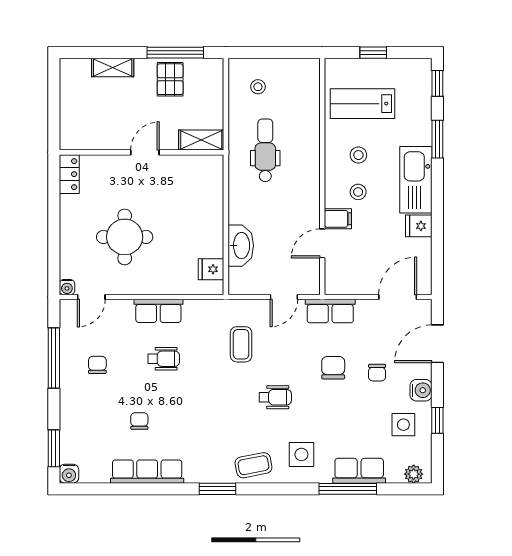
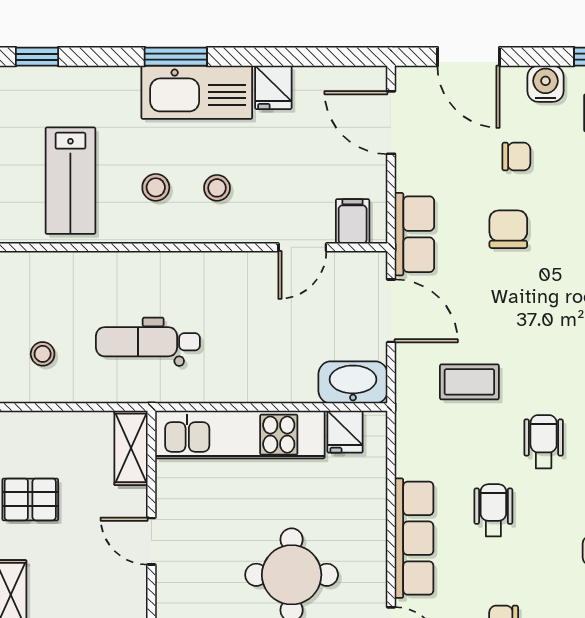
window: (437, 139) -> (176, 57), moved
kitchen unit: (209, 206) -> (240, 435), added
filing cabinet: (338, 219) -> (353, 221), moved
door: (322, 243) -> (302, 247), hinge flipped
washbasin: (241, 246) -> (353, 382), moved
door: (284, 297) -> (391, 311), width x1.38
row of seats: (158, 311) -> (414, 538), width x1.48
chair: (333, 368) -> (508, 229), turned 90
wheelchair: (275, 397) -> (544, 442), moved

